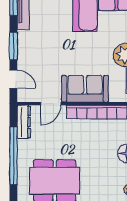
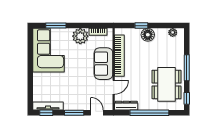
door: (13, 79) -> (97, 113), hinge flipped
door: (51, 104) -> (114, 87), hinge flipped

